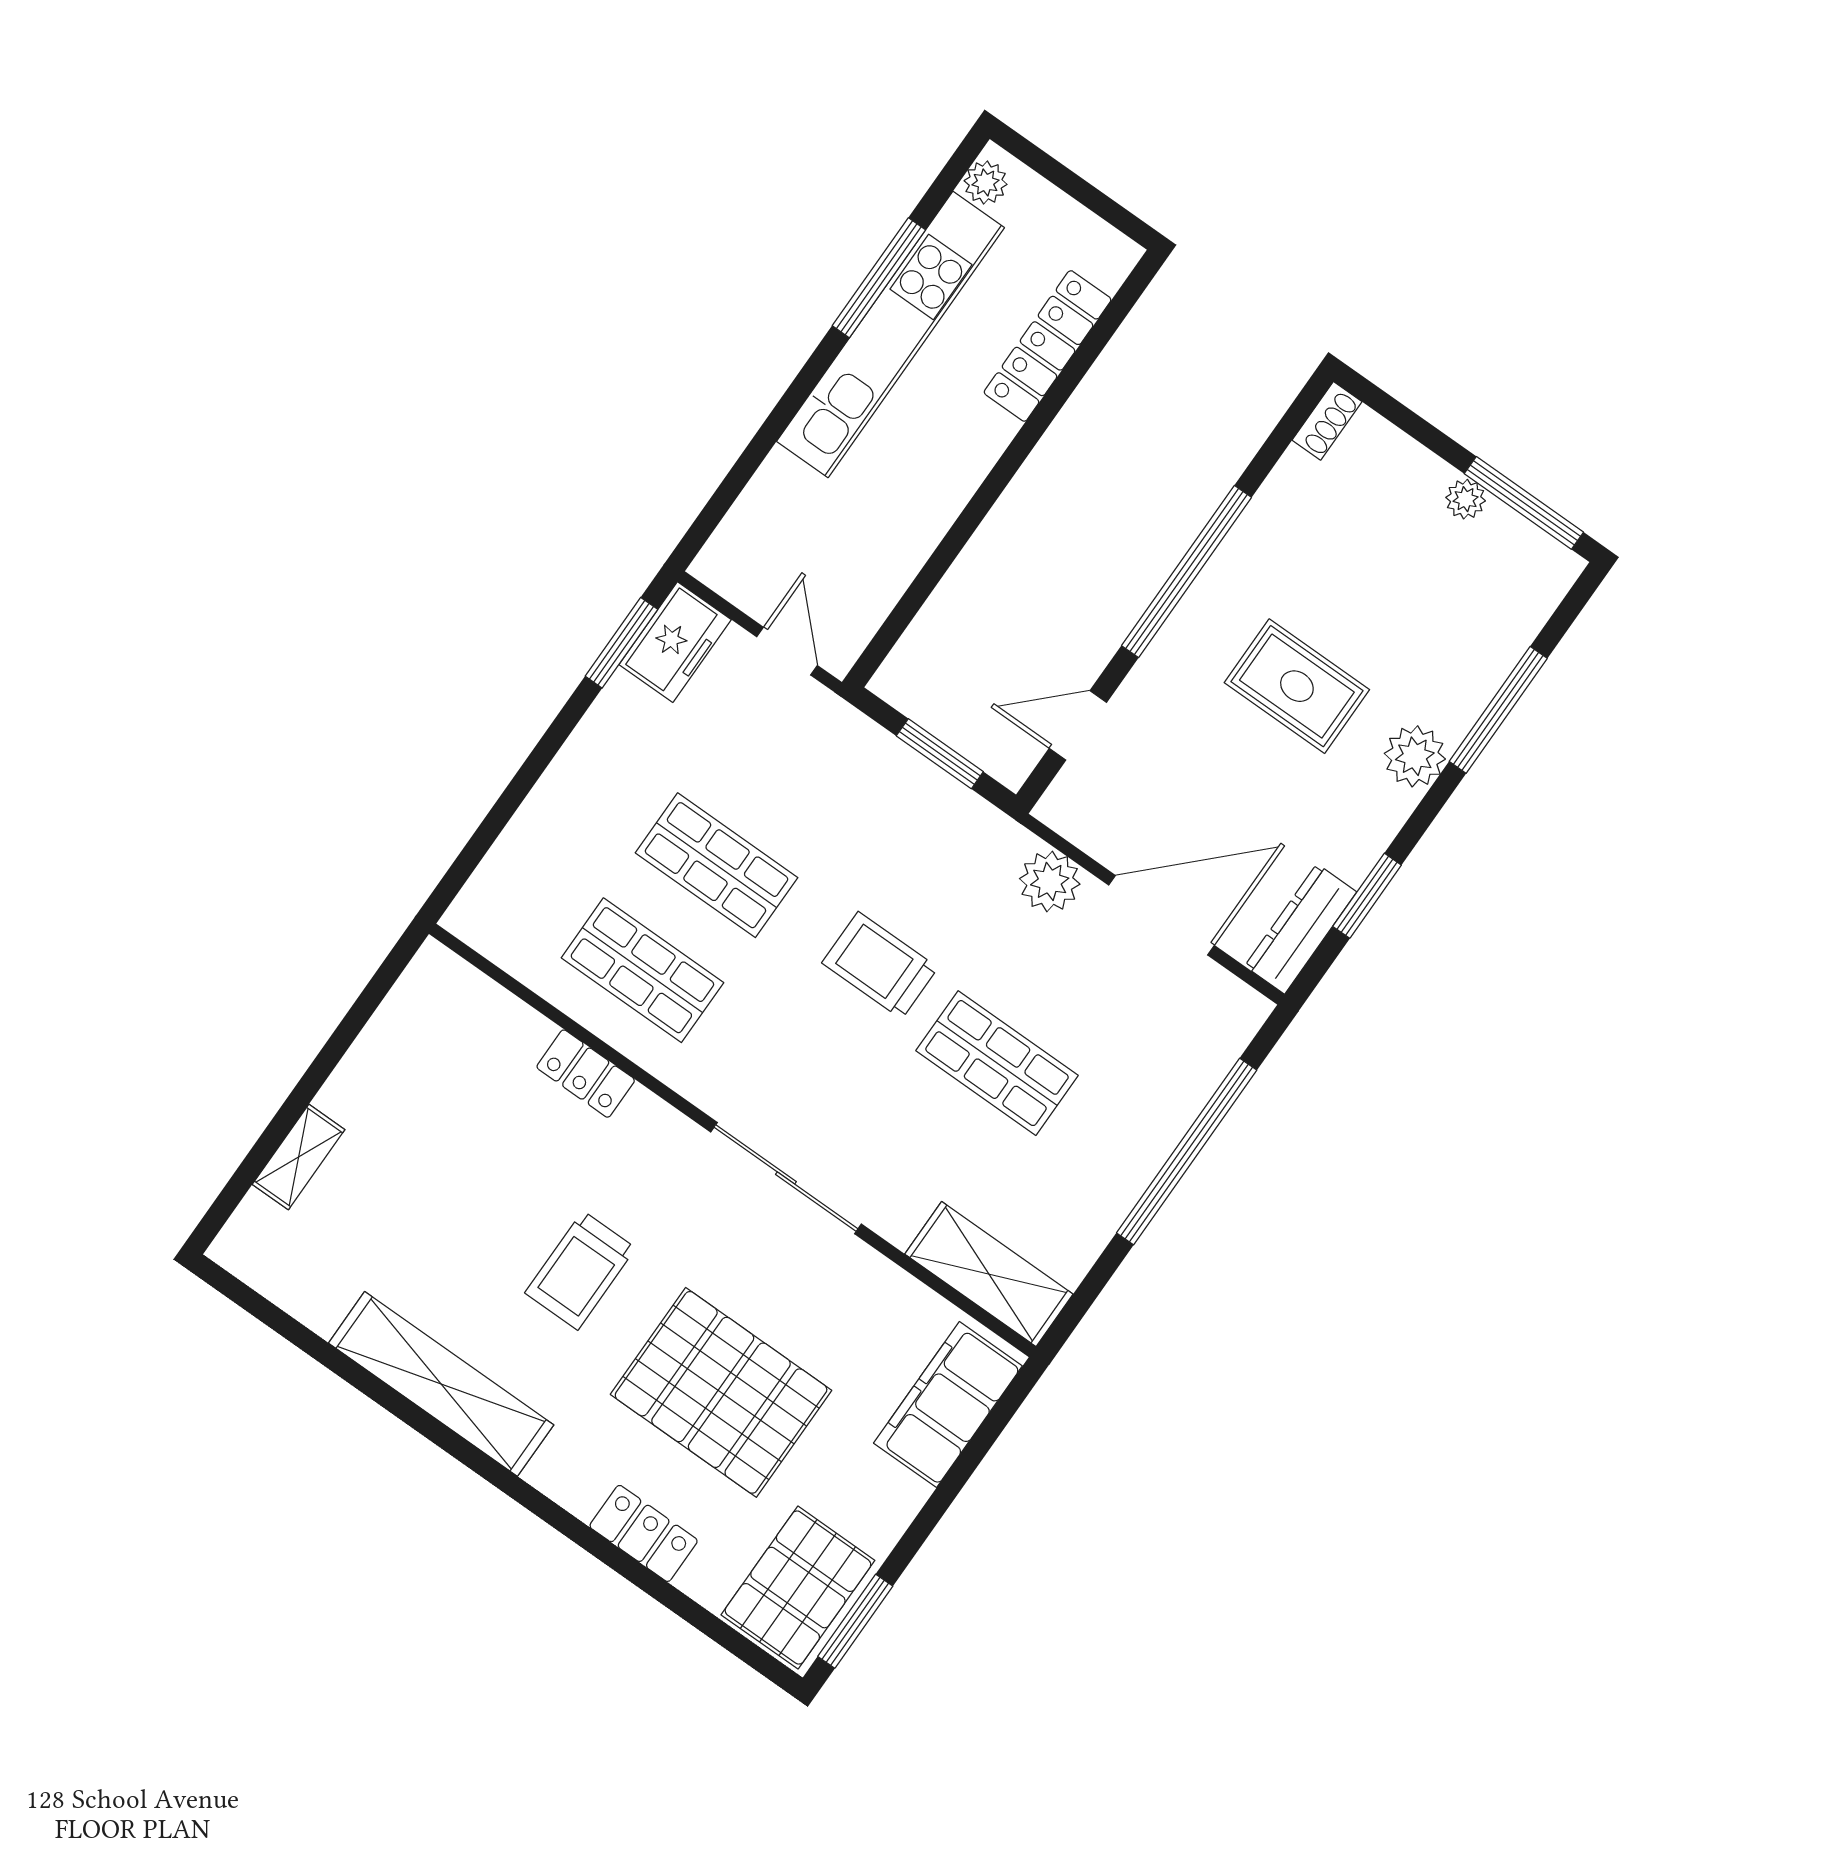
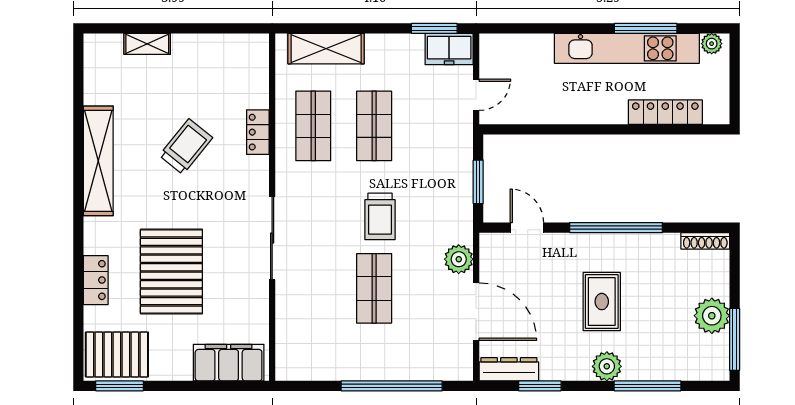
shoe rack: (1327, 421) -> (705, 241), width x1.43
plant: (1466, 499) -> (712, 316), width x1.87, depth x1.87
trolley: (880, 965) -> (380, 216), turned 180
trolley: (580, 1270) -> (186, 147), moved, turned 129
shelving: (989, 1274) -> (326, 49), moved, turned 90

